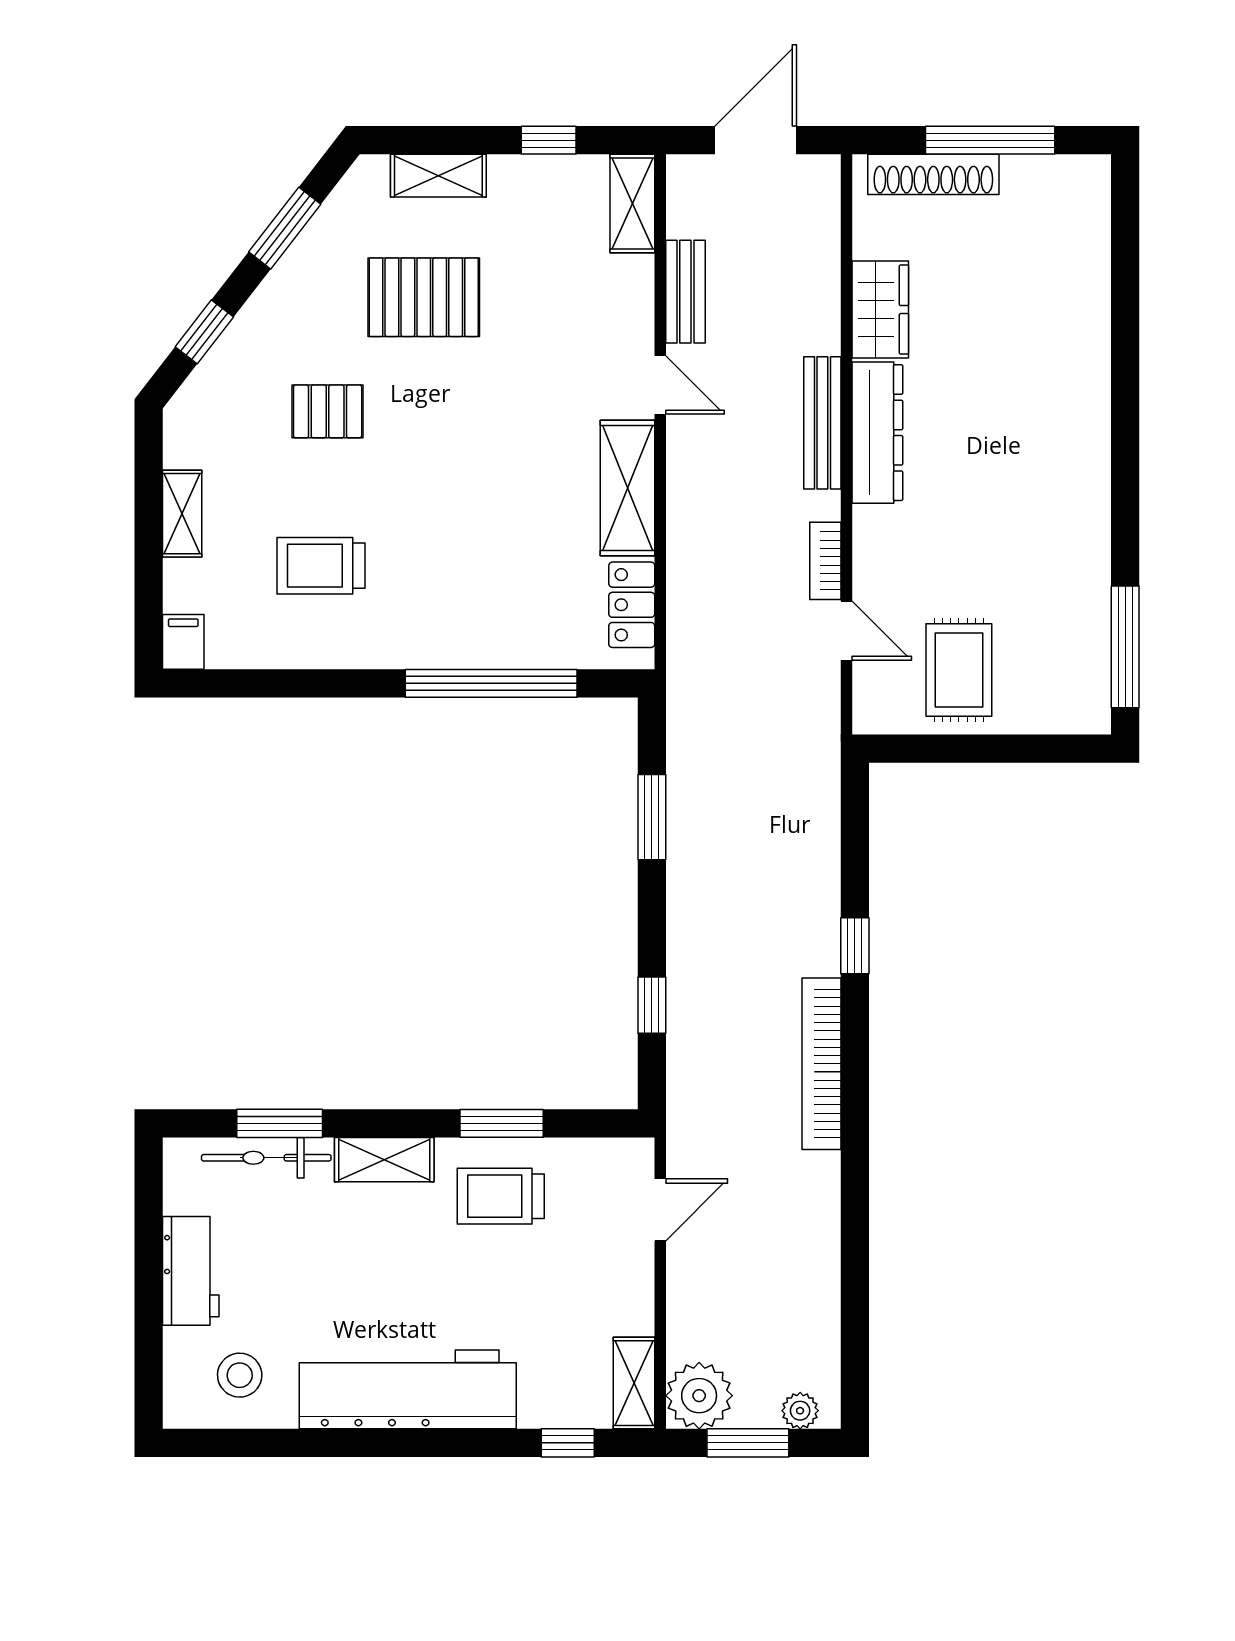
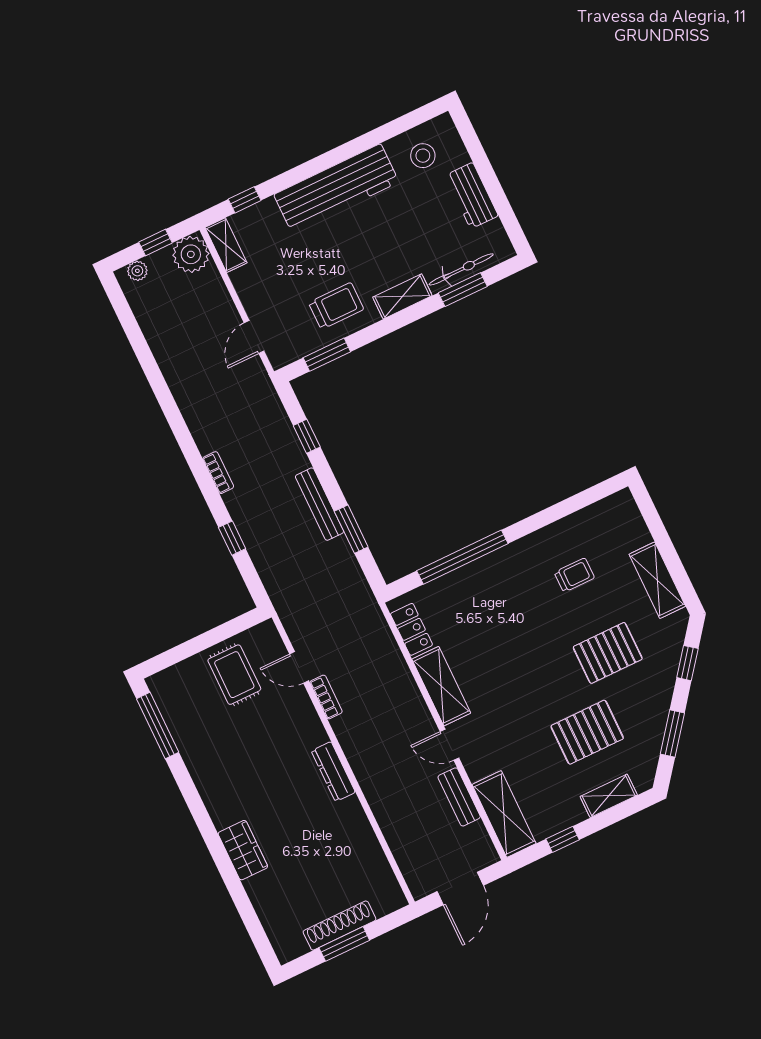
window: (990, 140) -> (344, 944), width x0.69
shoe rack: (933, 174) -> (340, 926), moved
shelving: (632, 203) -> (504, 814), width x1.50, depth x1.33
wardrobe: (880, 310) -> (243, 850), moved, turned 180
pallet: (328, 411) -> (608, 653), width x1.50, depth x1.42
bench: (822, 423) -> (319, 504), moved
dresser: (877, 433) -> (333, 772), width x0.73, depth x0.80
shelving: (182, 514) -> (657, 580), width x1.50, depth x1.33
trolley: (321, 566) -> (574, 575), width x0.73, depth x0.72
filing cabinet: (183, 642) -> (624, 505), removed
window: (855, 946) -> (232, 538), moved
bookcase: (821, 1064) -> (218, 473), width x0.43, depth x0.76
window: (502, 1123) -> (327, 355), moved
window: (748, 1443) -> (156, 242), width x0.67

